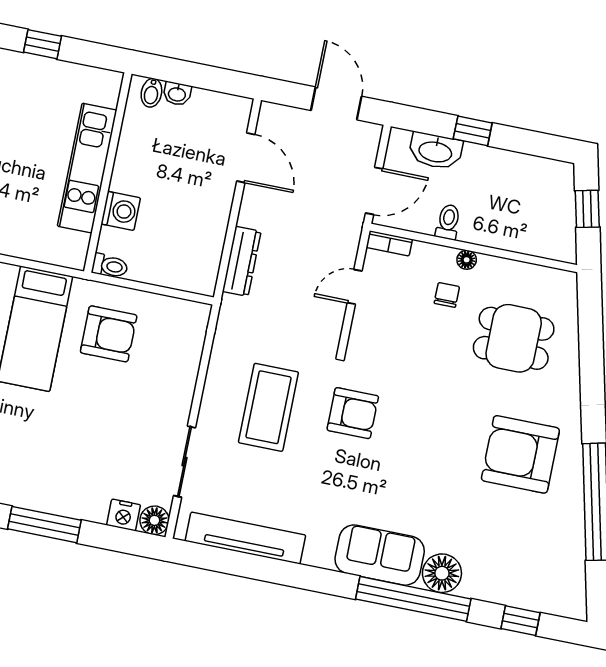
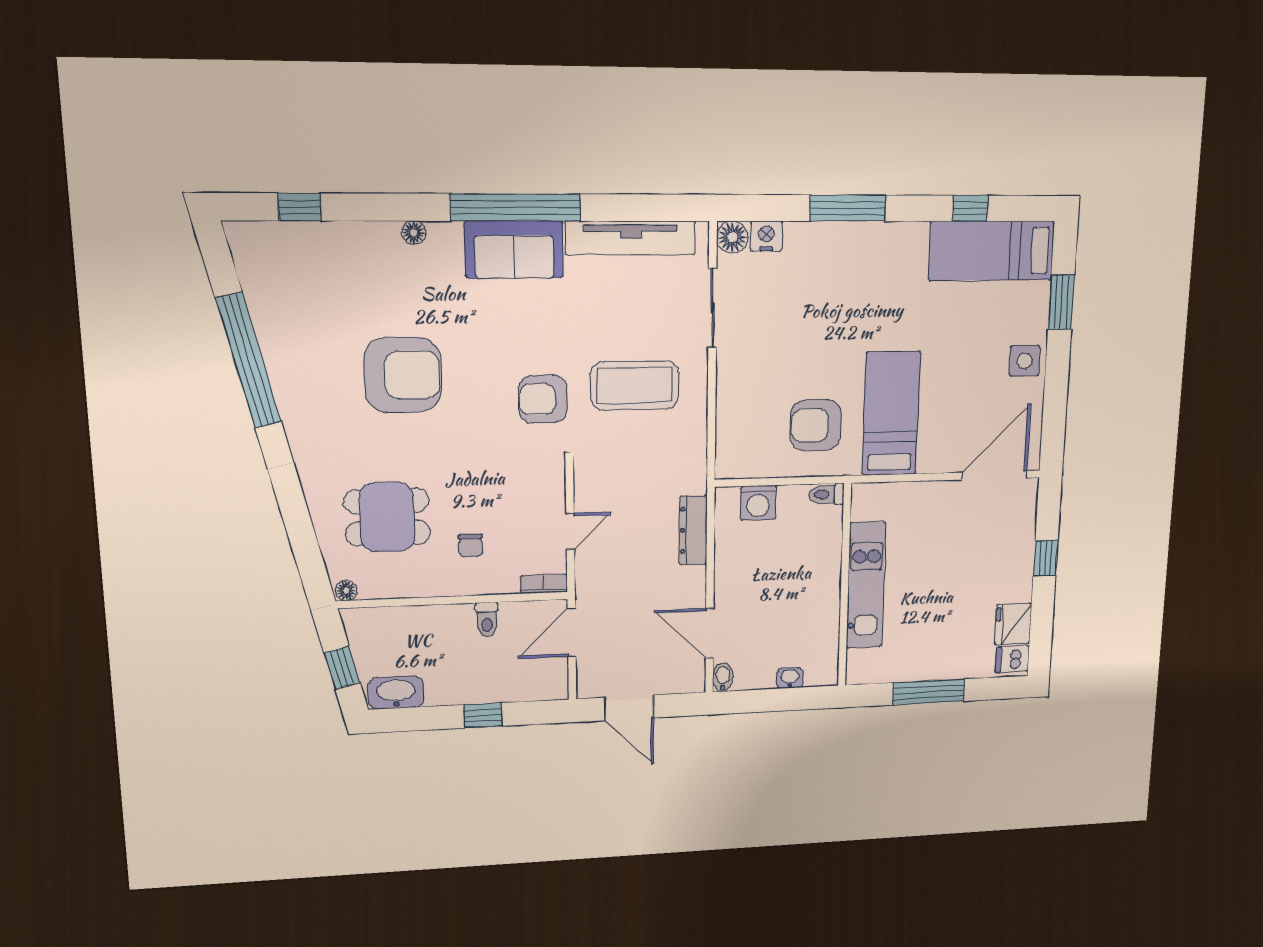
window: (43, 44) -> (929, 692), width x2.17
bidet: (151, 93) -> (723, 677), moved
washbasin: (435, 151) -> (396, 693), moved
washing machine: (121, 211) -> (758, 503), moved, turned -90
floor lamp: (467, 260) -> (346, 591), moved
coffee table: (268, 407) -> (635, 386), turned 90
armchair: (520, 454) -> (403, 375), moved
sofa: (380, 555) -> (514, 249), moved
floor lamp: (442, 573) -> (414, 233), width x0.53, depth x0.53
window: (413, 599) -> (515, 207), moved

